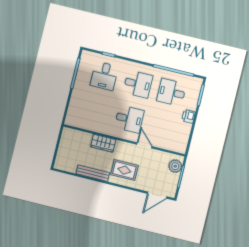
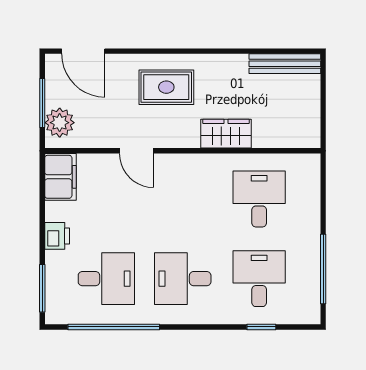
desk: (129, 119) -> (259, 199), moved, turned 90
filing cabinet: (181, 142) -> (61, 177), added
bench: (93, 173) -> (285, 64), moved
door: (157, 195) -> (83, 51), swing flipped

